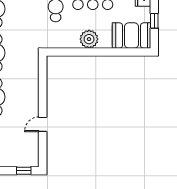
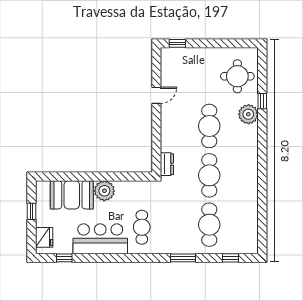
booth: (132, 35) -> (72, 195), moved
dresser: (33, 63) -> (167, 164), added

